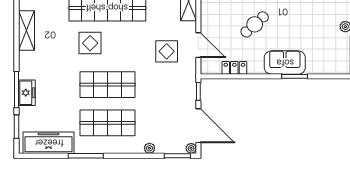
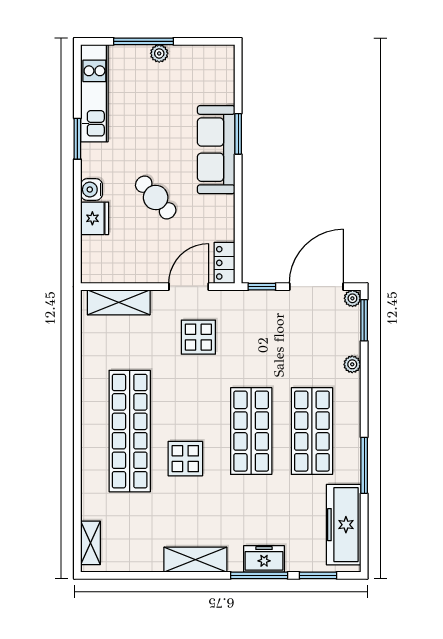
shelving: (26, 30) -> (195, 560), moved
sofa: (285, 63) -> (216, 150), width x1.36
locker: (234, 68) -> (225, 263), moved

